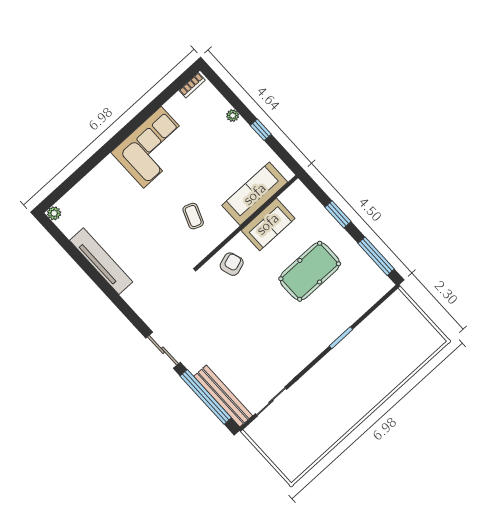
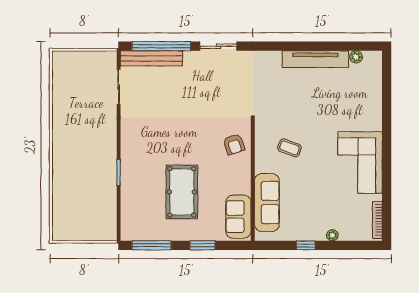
bookcase: (192, 85) -> (377, 220), width x1.56
plant: (54, 213) -> (356, 57), moved
sofa: (268, 224) -> (238, 217), moved

